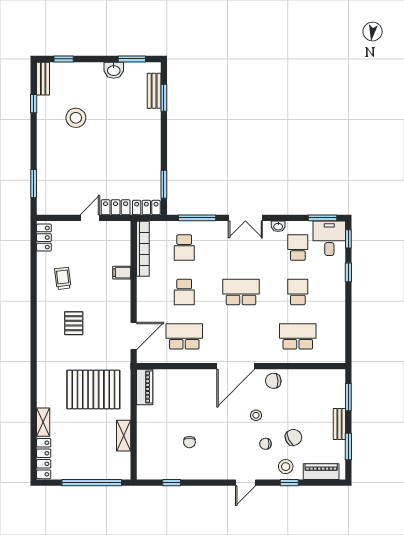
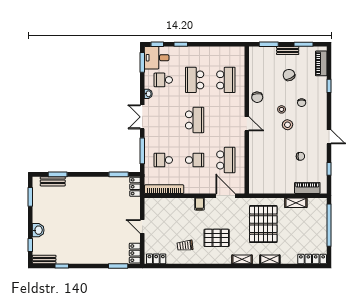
washbasin: (114, 70) -> (38, 230), moved
stool: (76, 118) -> (72, 236), removed
locker: (116, 207) -> (135, 253), moved
double door: (245, 218) -> (142, 117), swing flipped
school desk: (184, 248) -> (163, 160), turned 180
filing cabinet: (122, 273) -> (199, 204), moved
school desk: (241, 292) -> (195, 120), turned 180
school desk: (298, 292) -> (195, 80), width x1.85
pallet: (74, 323) -> (217, 238), width x1.50, depth x1.42
school desk: (184, 336) -> (226, 160), turned 180
school desk: (298, 336) -> (226, 80), turned 180
shelving: (43, 359) -> (242, 259), added
door: (236, 366) -> (247, 124), width x0.53
piano: (145, 387) -> (307, 188), moved
shelving: (43, 422) -> (270, 259), moved
chair: (293, 437) -> (289, 75), moved
stool: (286, 467) -> (287, 125), moved
door: (246, 483) -> (329, 137), moved

